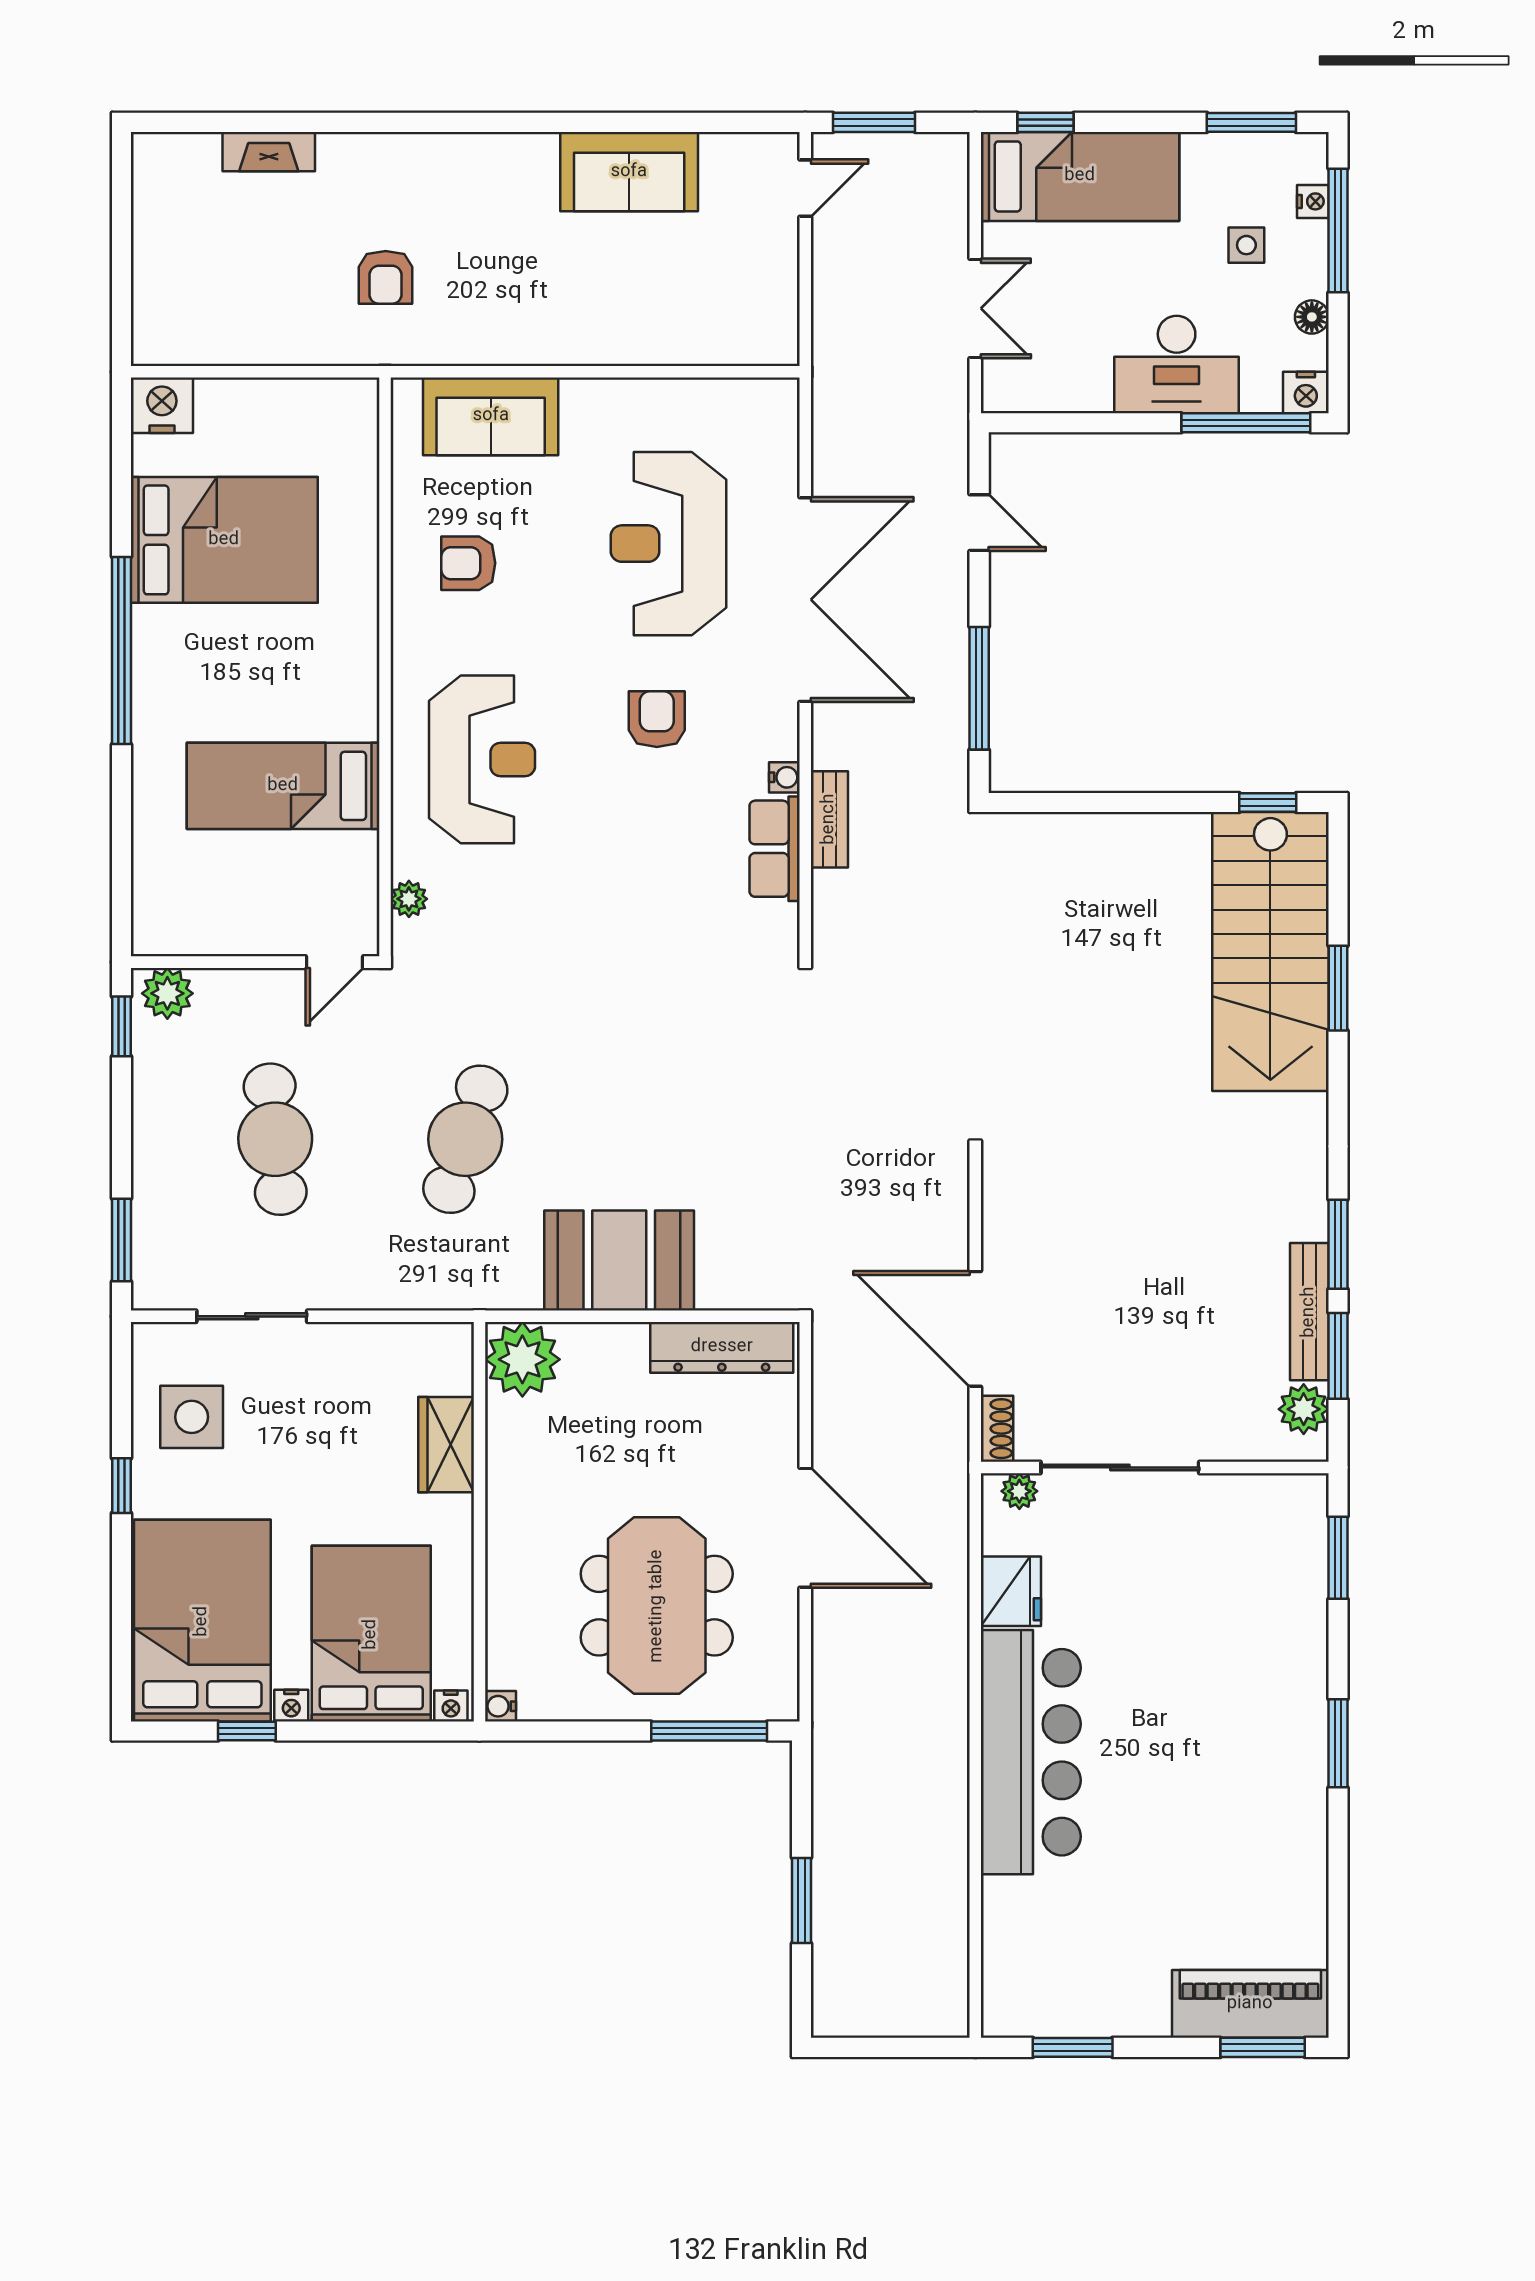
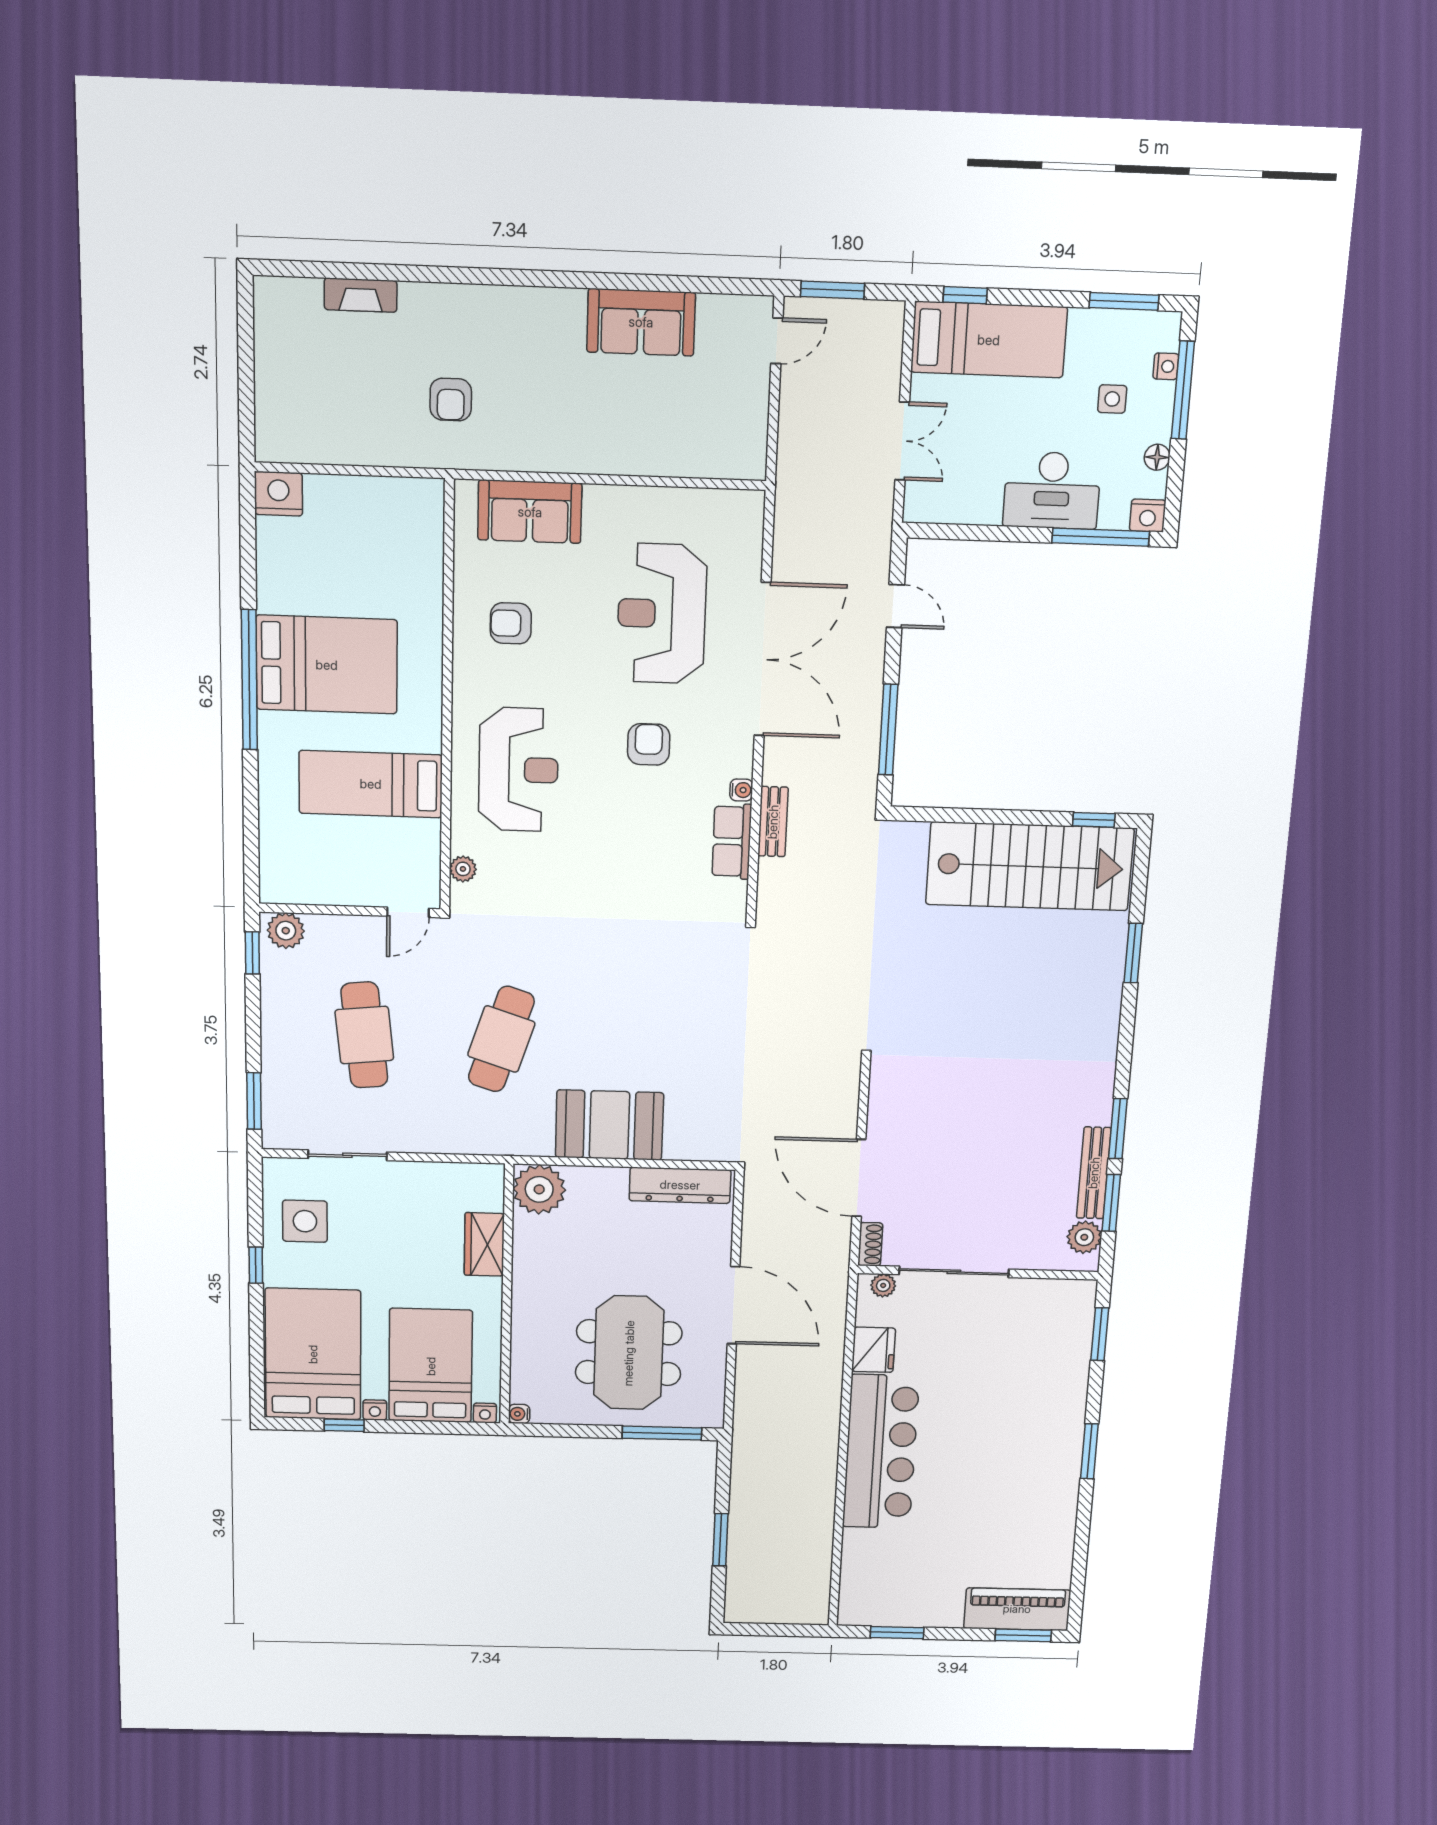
bed: (224, 540) -> (327, 665), moved
stairs: (1270, 952) -> (1030, 866), moved, turned -90

